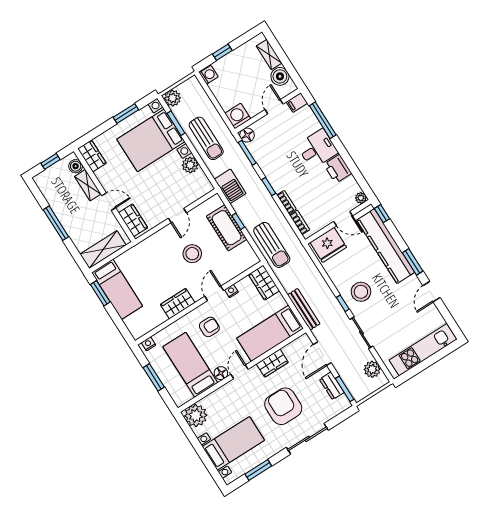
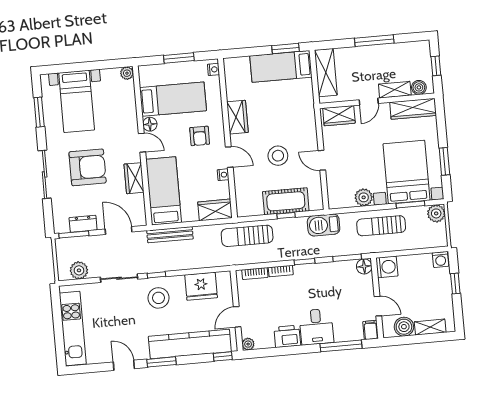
wardrobe: (92, 156) -> (413, 109), width x1.50
fridge: (328, 245) -> (201, 286), moved, turned -90
plant: (196, 416) -> (127, 73), width x0.53, depth x0.53

